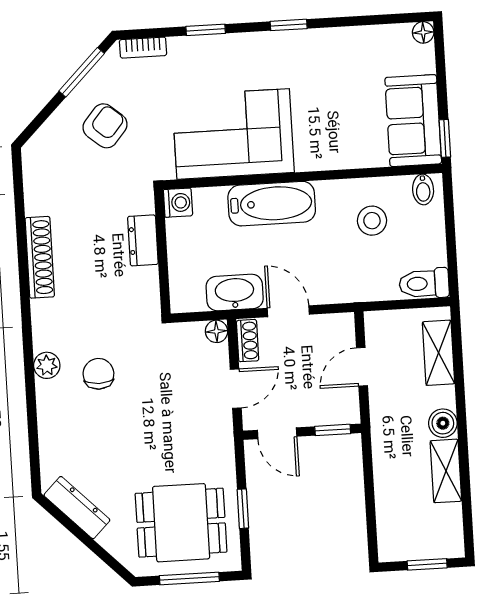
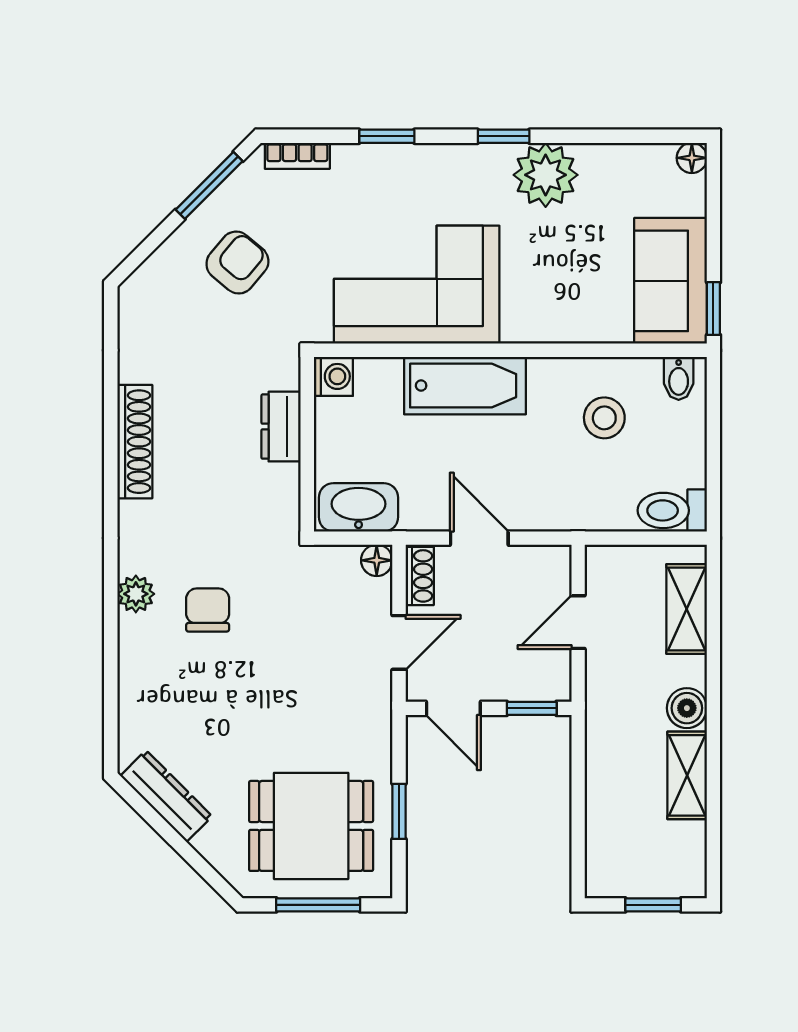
plant: (320, 51) -> (546, 175), added
washbasin: (235, 293) -> (359, 507), moved

